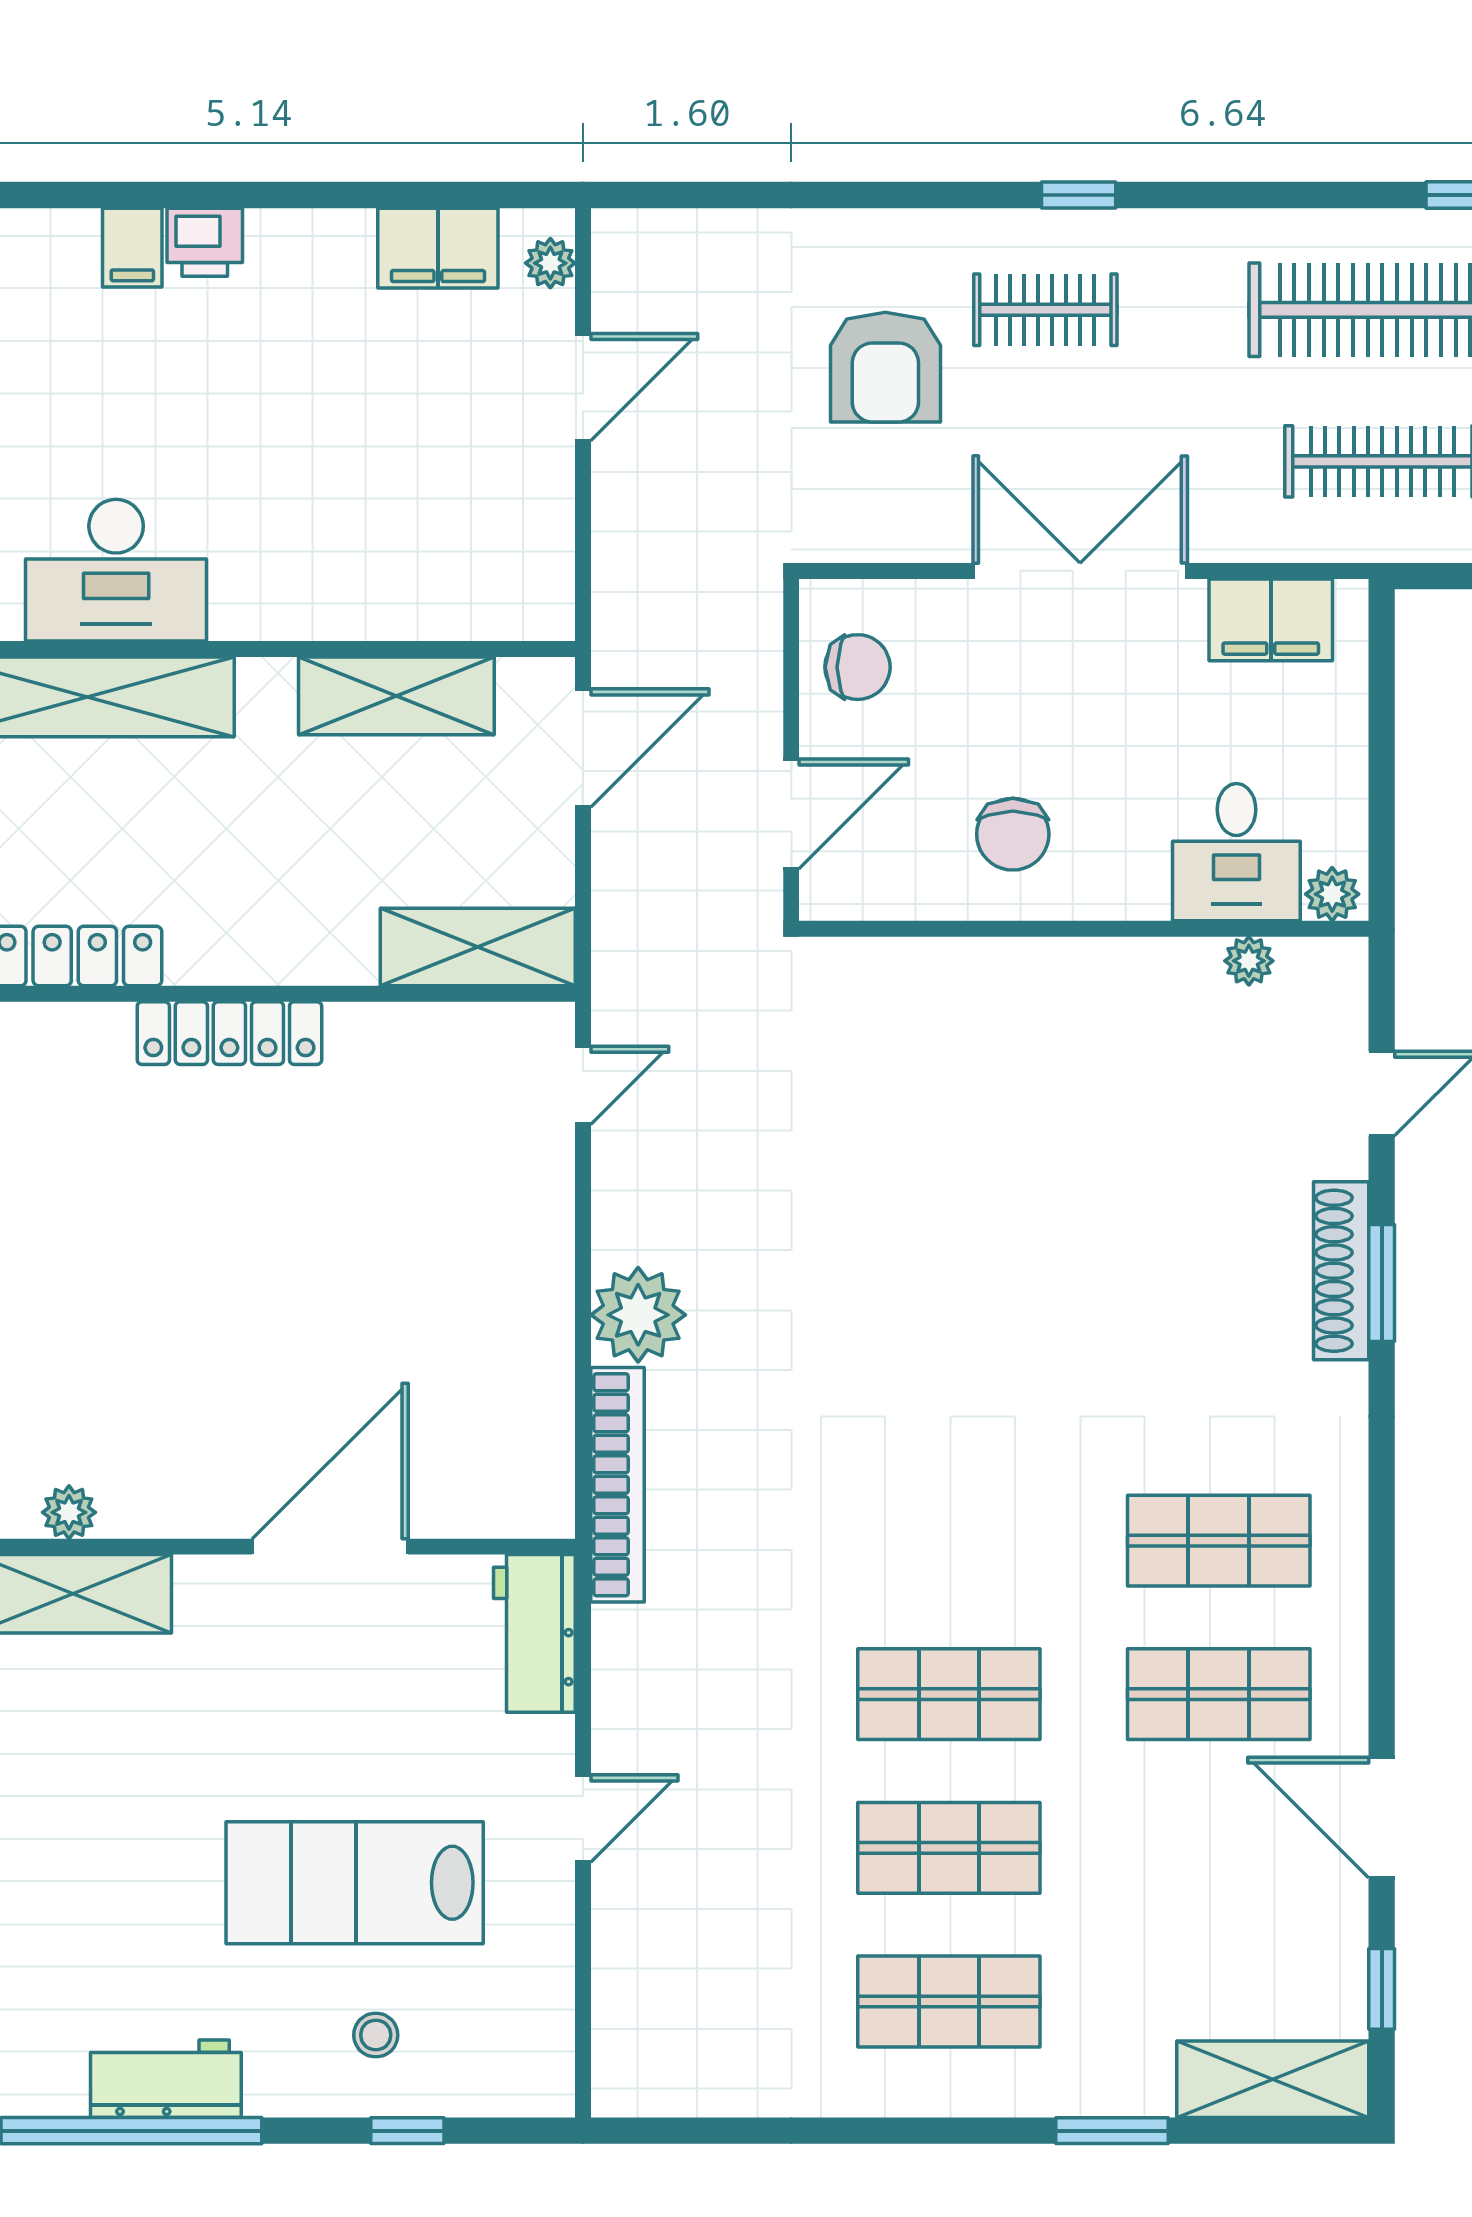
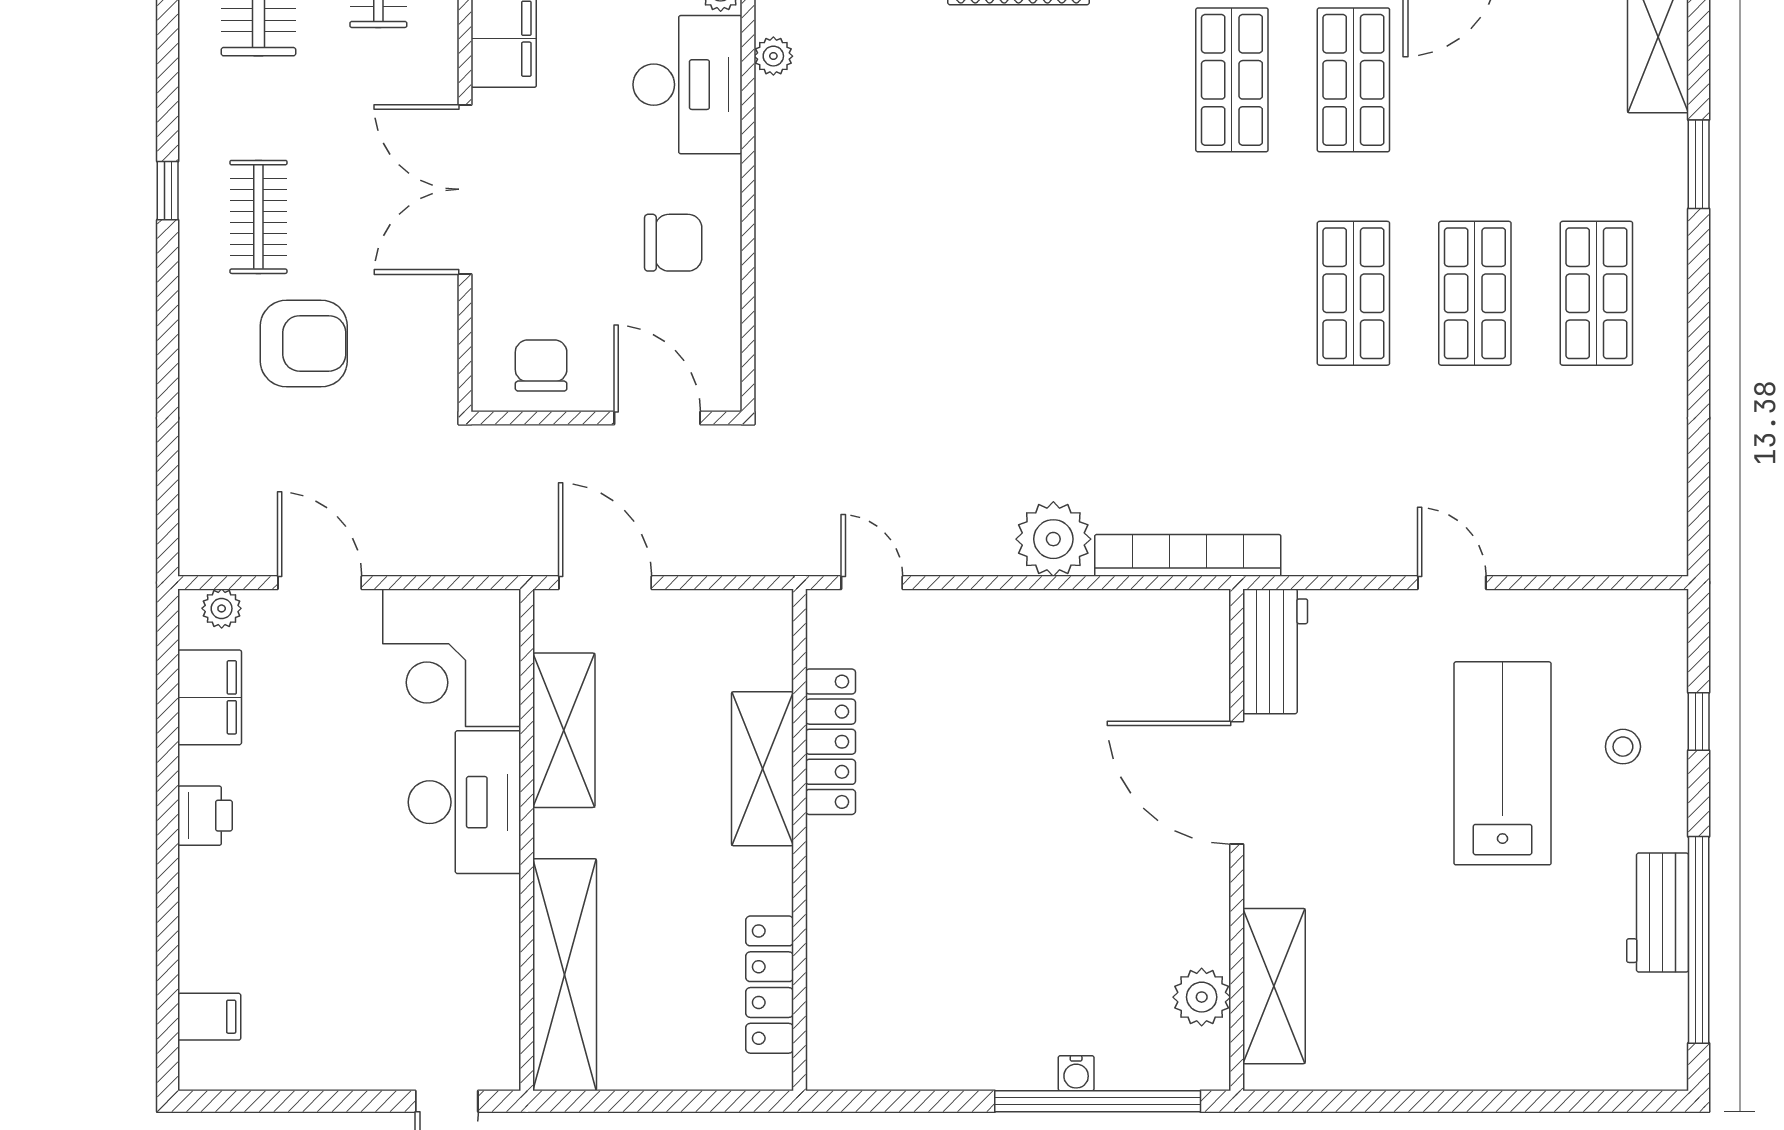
printer: (205, 242) -> (205, 816), moved
filing cabinet: (132, 248) -> (209, 1017), moved
corner desk: (488, 554) -> (452, 658), added
desk: (116, 570) -> (464, 802), moved
desk: (1236, 852) -> (687, 85), width x1.37
shelving: (478, 947) -> (762, 769), moved
locker: (229, 1033) -> (831, 742), moved
plant: (69, 1512) -> (1202, 997), width x1.38, depth x1.38
workbench: (534, 1633) -> (1275, 651), moved, turned -90
lab bench: (355, 1883) -> (1503, 763), turned 180

